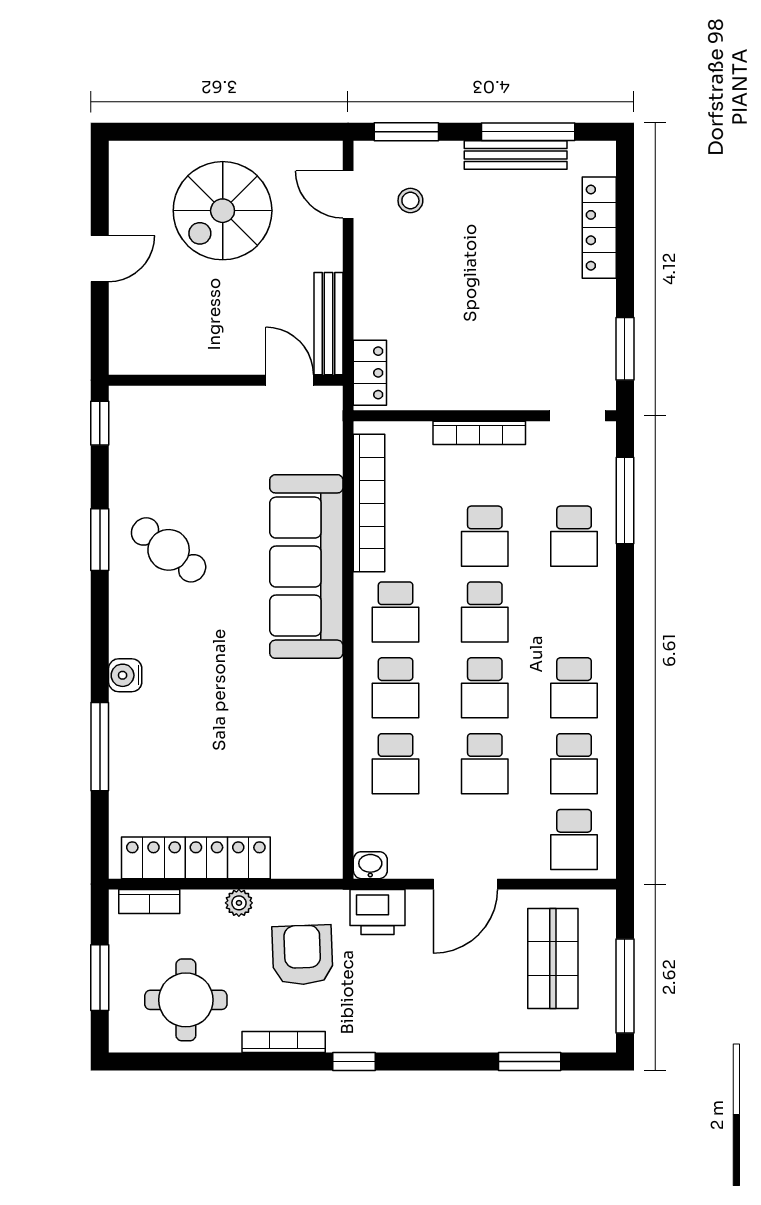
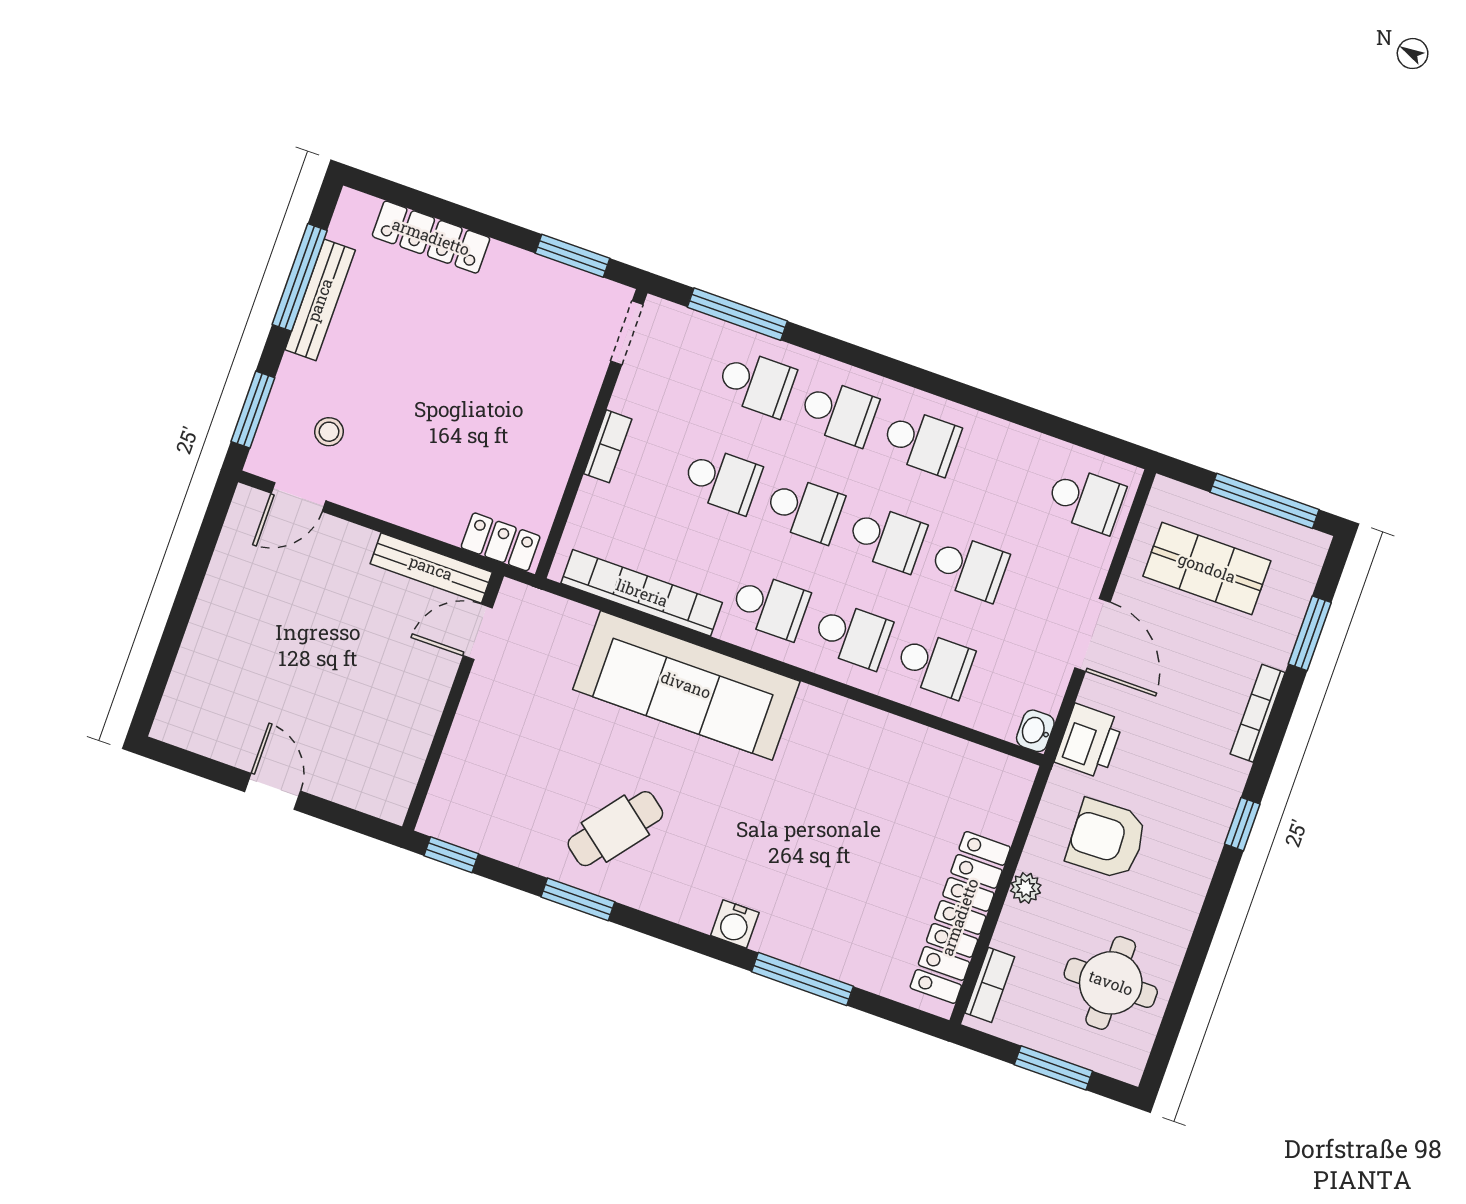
spiral stairs: (223, 211) -> (268, 640), removed
bookcase: (479, 433) -> (608, 446), width x0.64
school desk: (574, 764) -> (839, 412), moved
bookcase: (284, 1042) -> (1258, 713), moved

